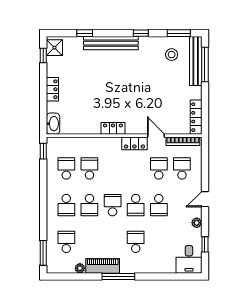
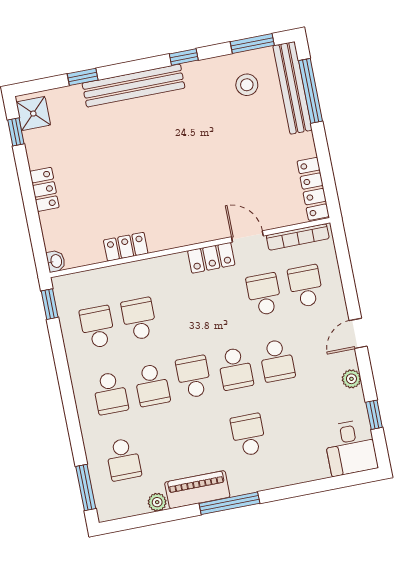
washbasin: (53, 124) -> (56, 261), width x0.52, depth x0.69
locker: (113, 128) -> (126, 247), moved
school desk: (66, 242) -> (123, 459), turned 180

